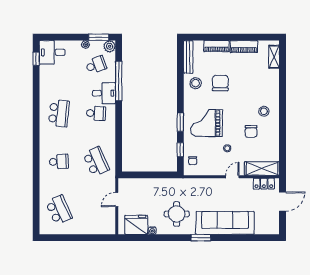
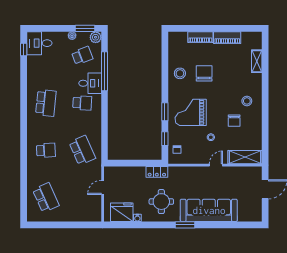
bench: (188, 57) -> (173, 48), removed
shelving: (274, 57) -> (257, 61), moved
locker: (264, 184) -> (157, 172), moved

